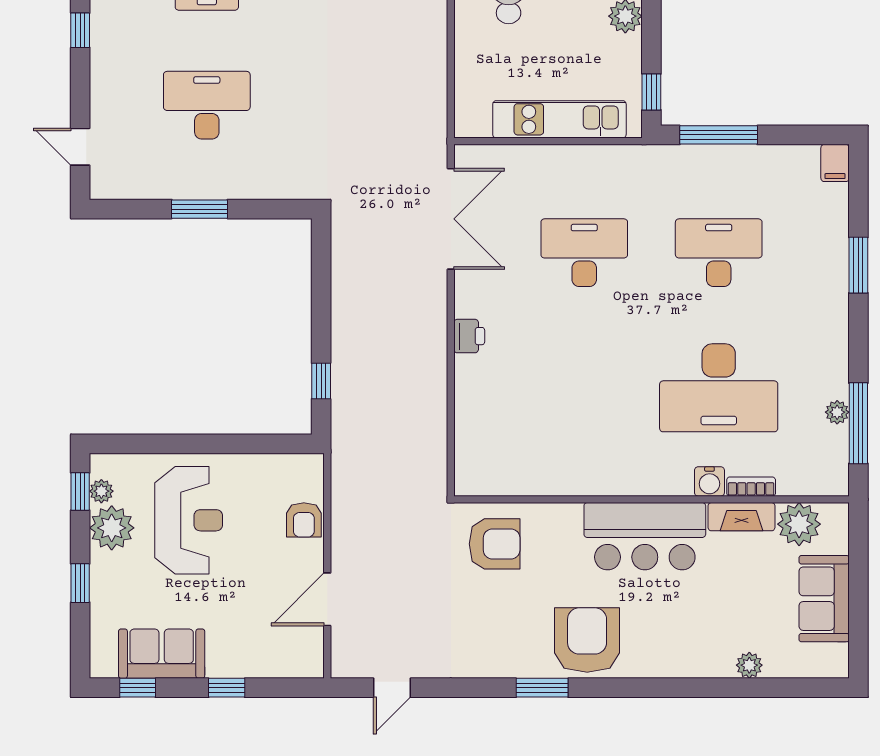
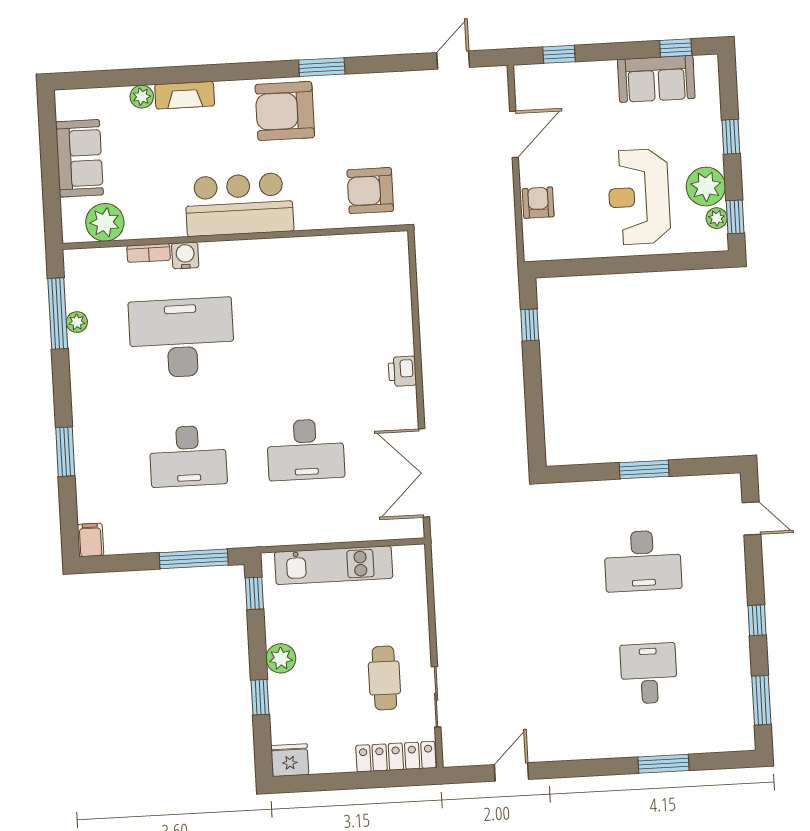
fireplace: (741, 517) -> (185, 95), moved, turned 180
armchair: (587, 640) -> (285, 111), turned 90
window: (227, 688) -> (559, 54), moved

